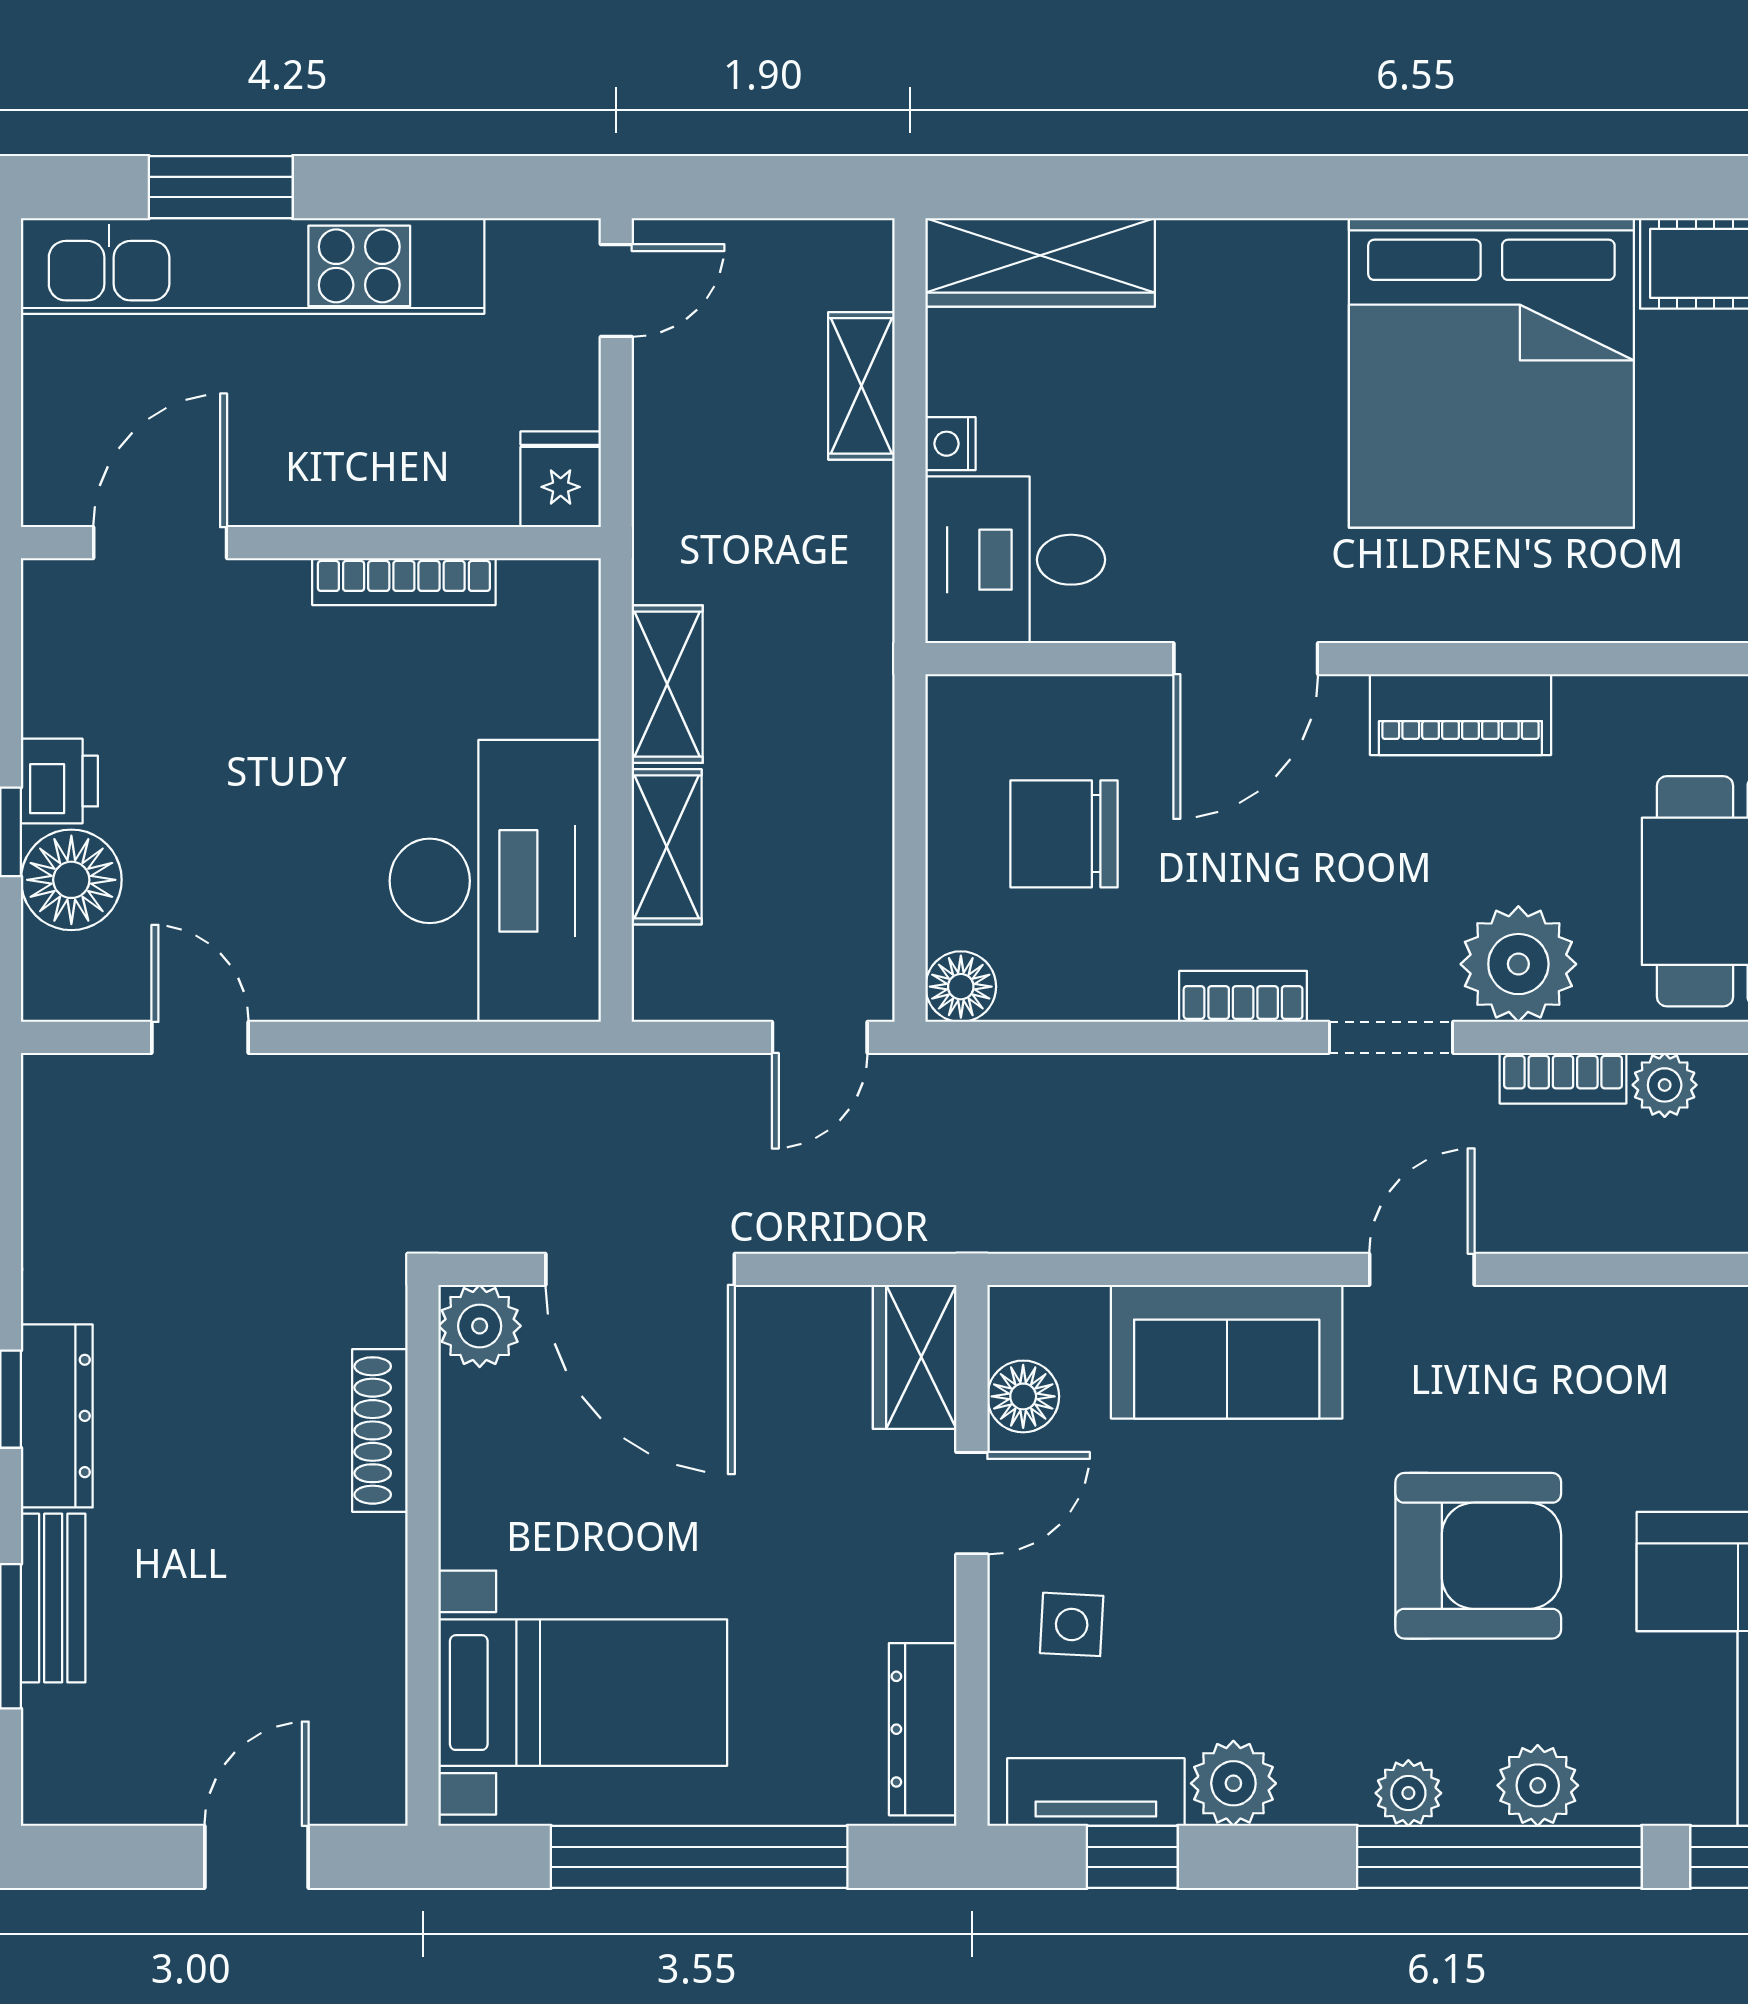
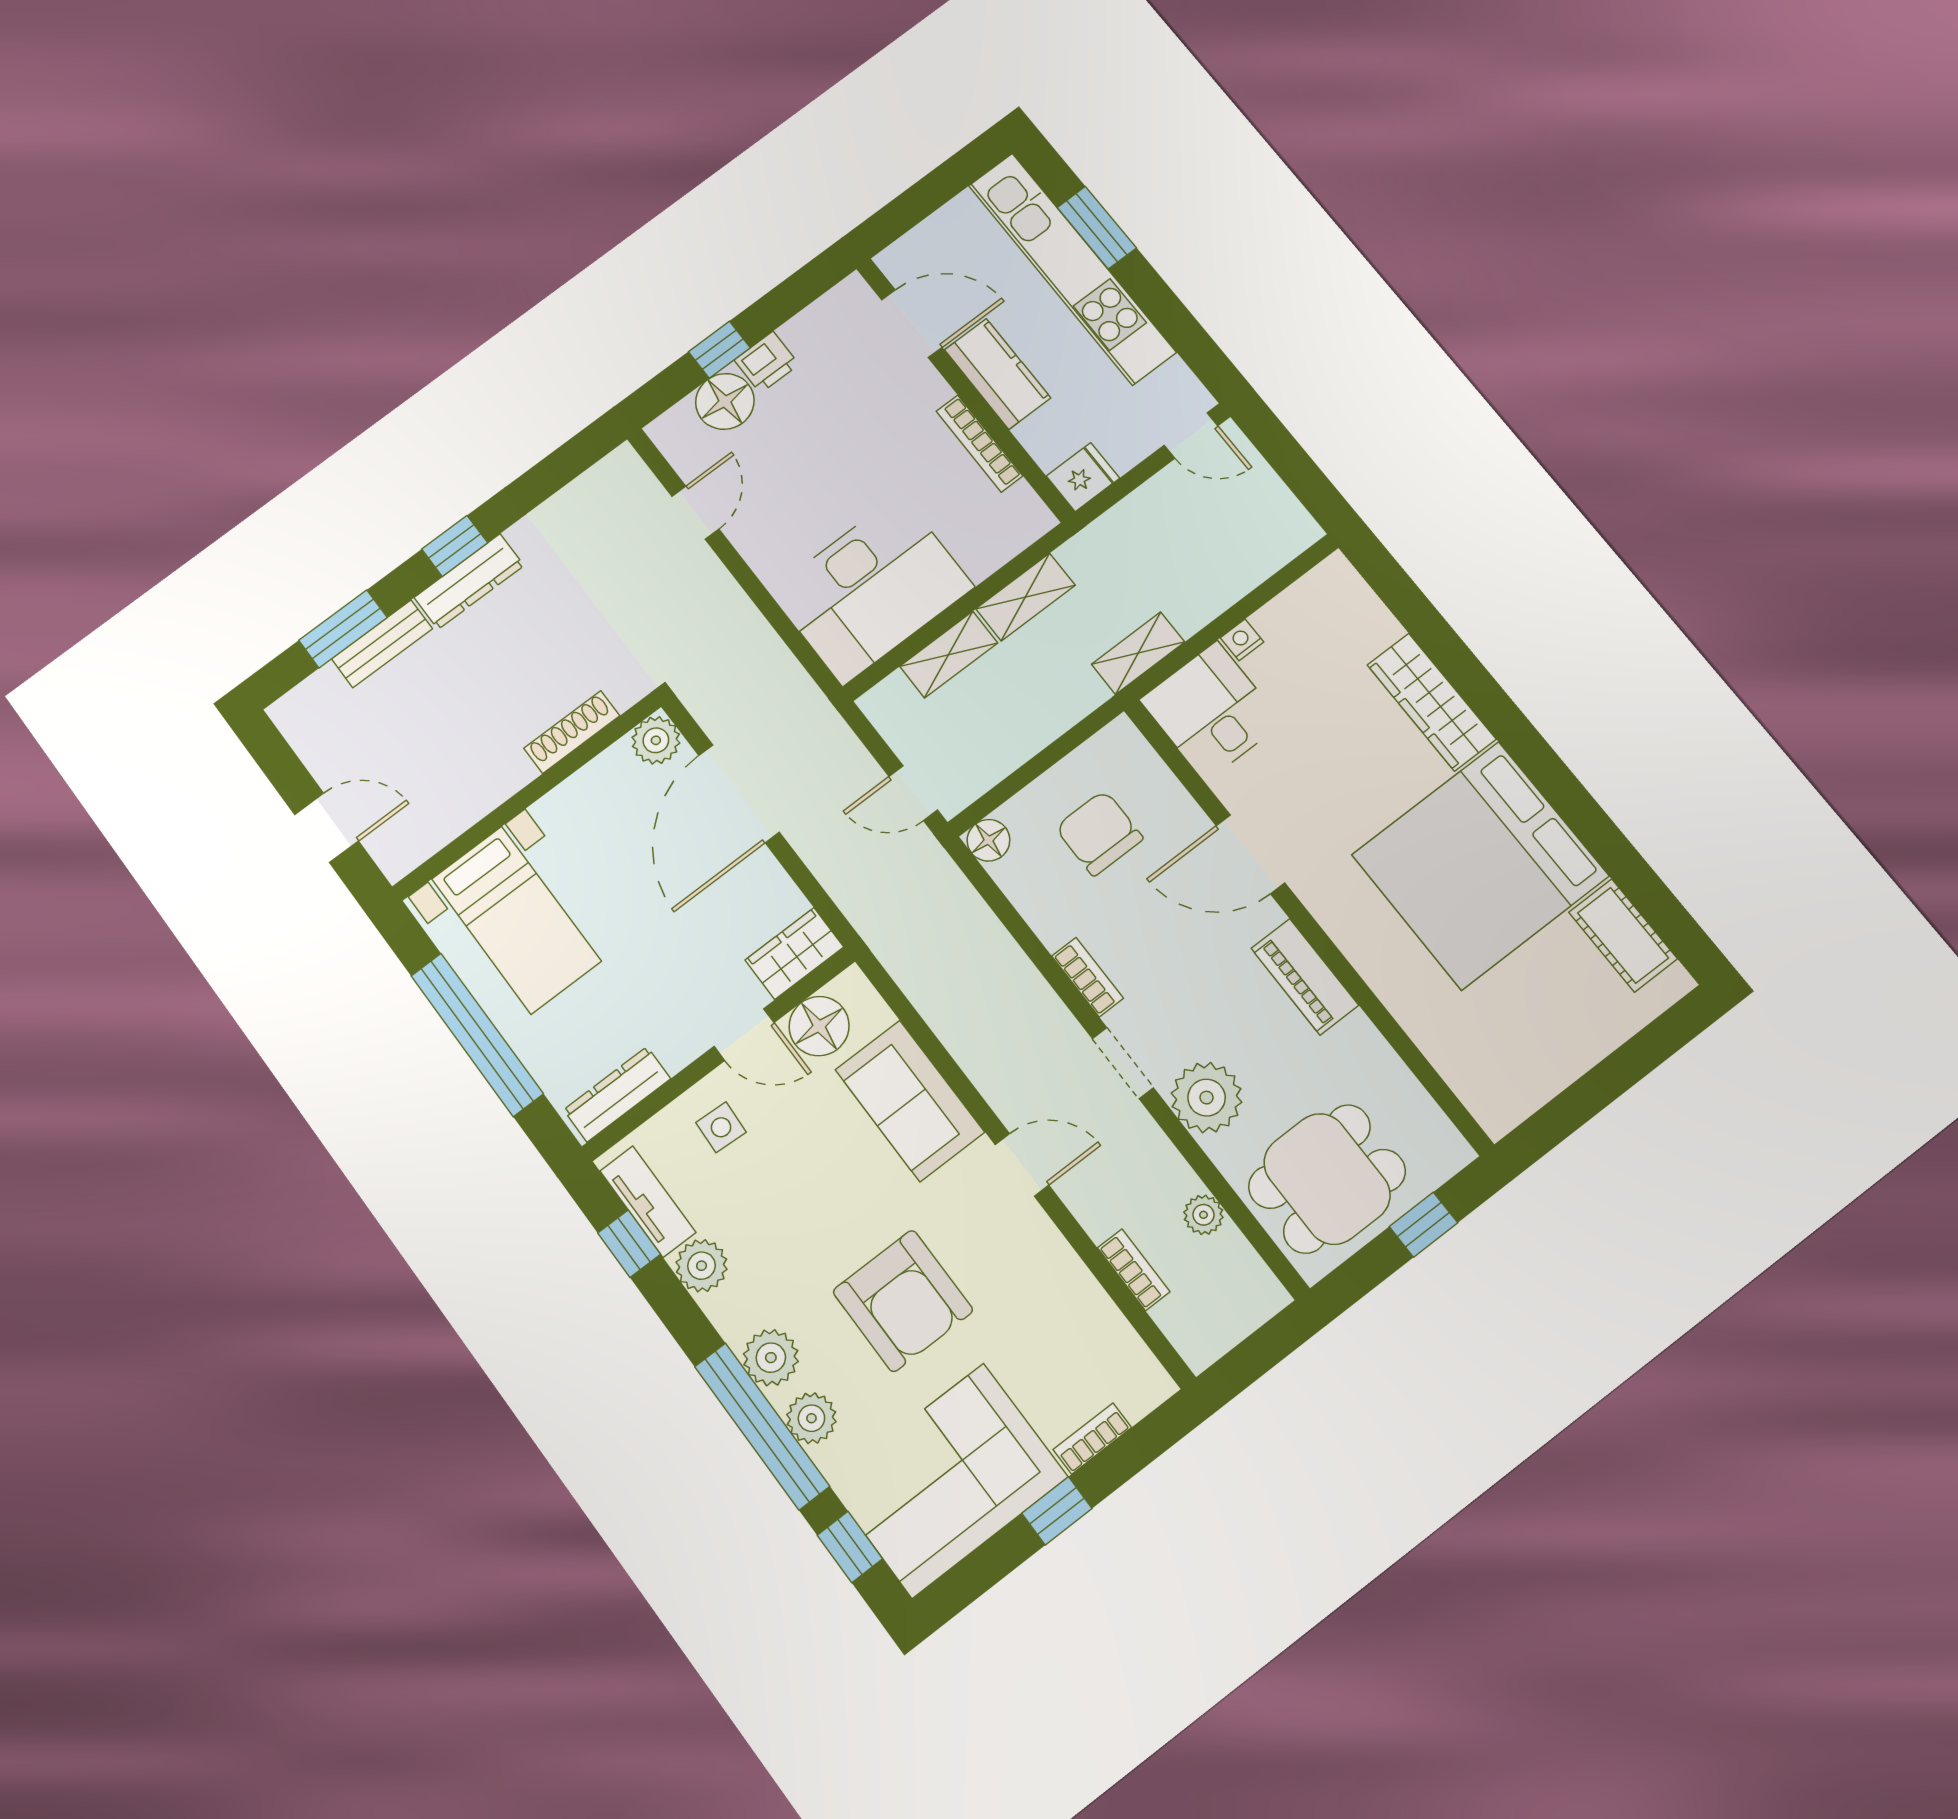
wardrobe: (1040, 262) -> (1432, 702), moved
shelving: (861, 386) -> (1138, 653), moved
kitchen counter: (324, 482) -> (998, 374), added
bookcase: (1563, 1078) -> (1134, 1270), moved, turned 180
floor lamp: (1023, 1396) -> (819, 1026), width x1.38, depth x1.38
plant: (1408, 1793) -> (771, 1358), width x1.38, depth x1.38

